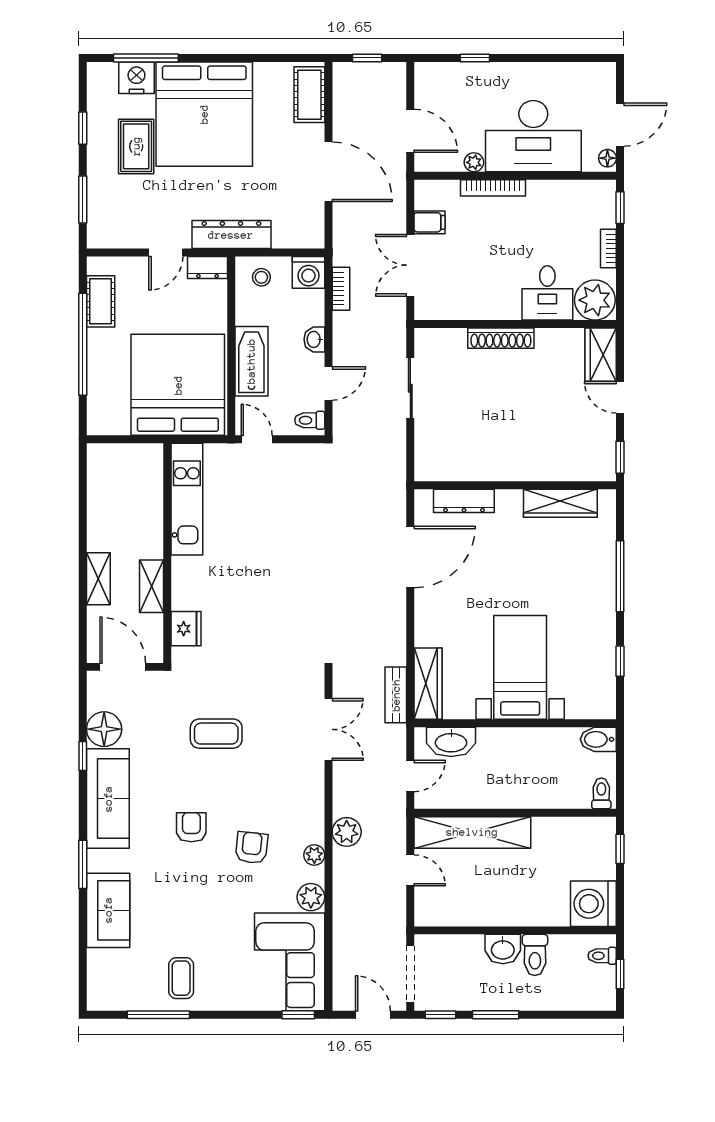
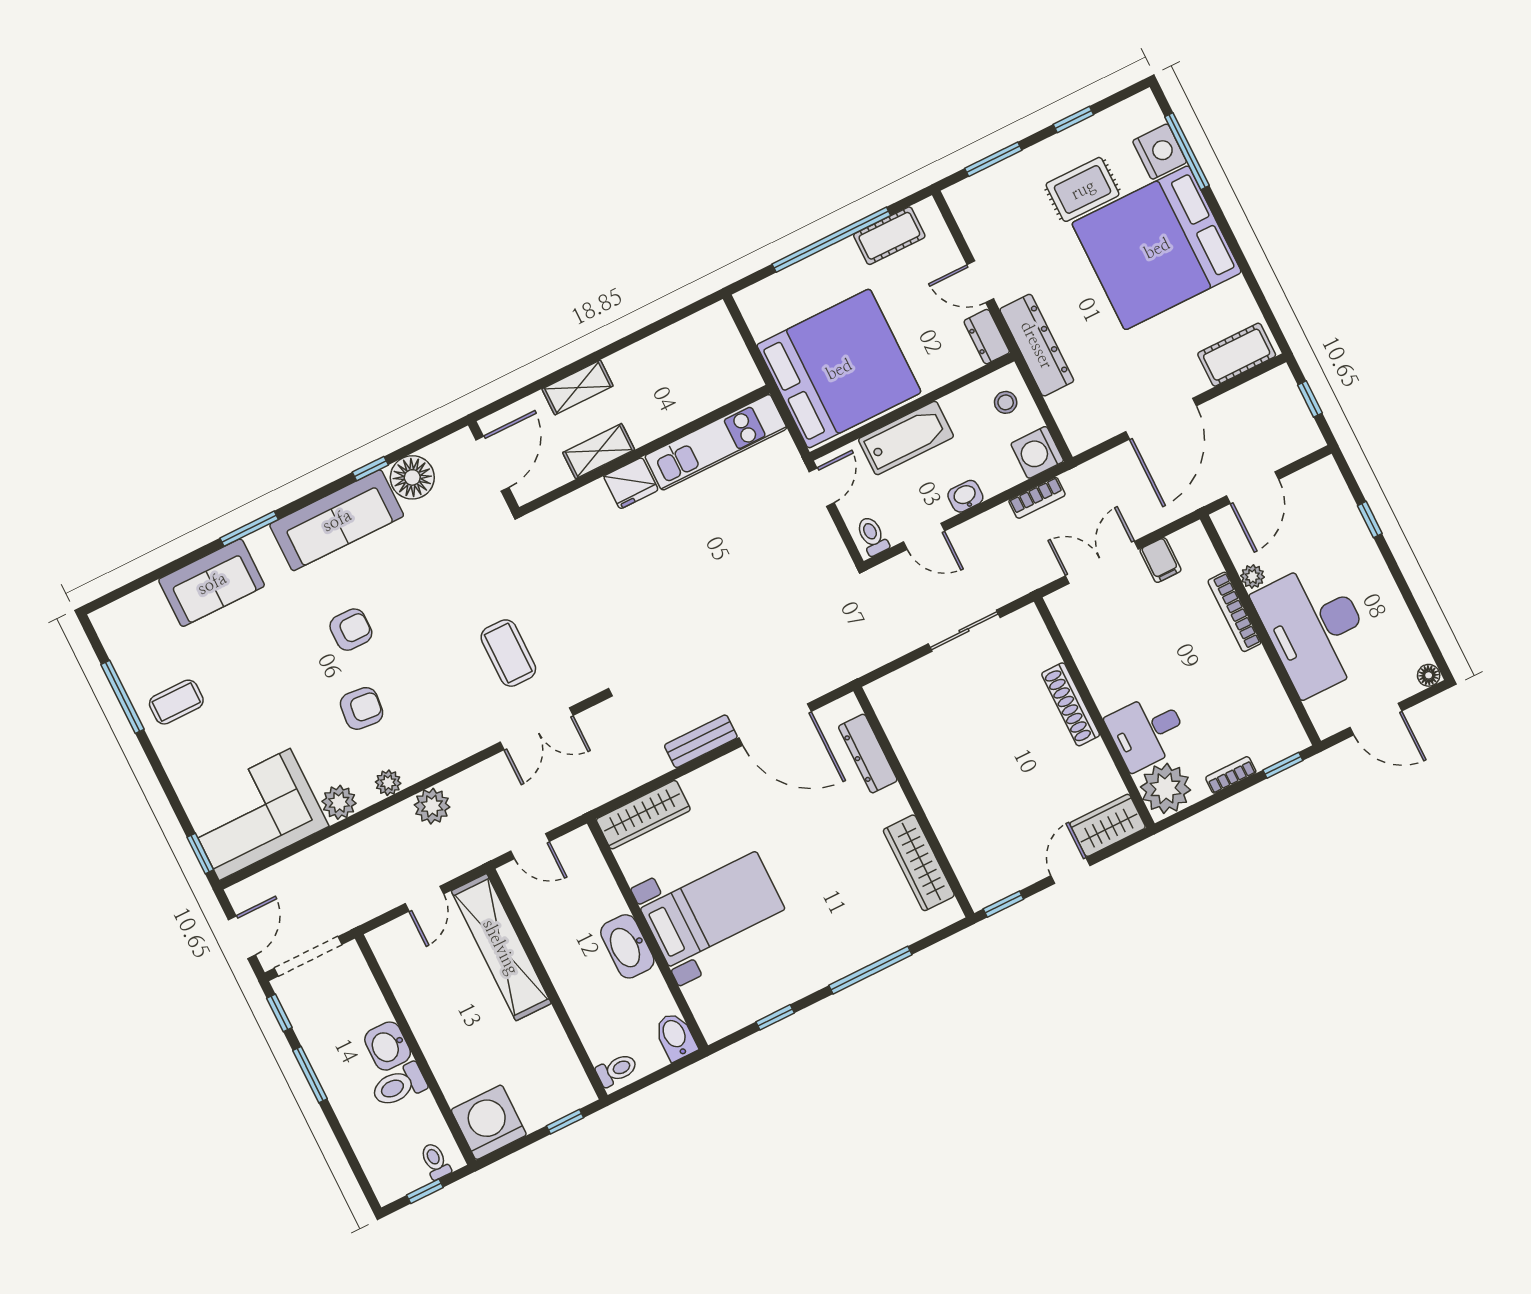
floor lamp: (607, 158) -> (1429, 675), moved
fridge: (186, 629) -> (631, 483), moved
bench: (396, 695) -> (701, 741), moved
coffee table: (216, 734) -> (508, 653), moved
washbasin: (451, 742) -> (627, 946), moved

